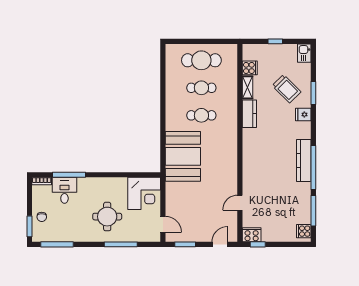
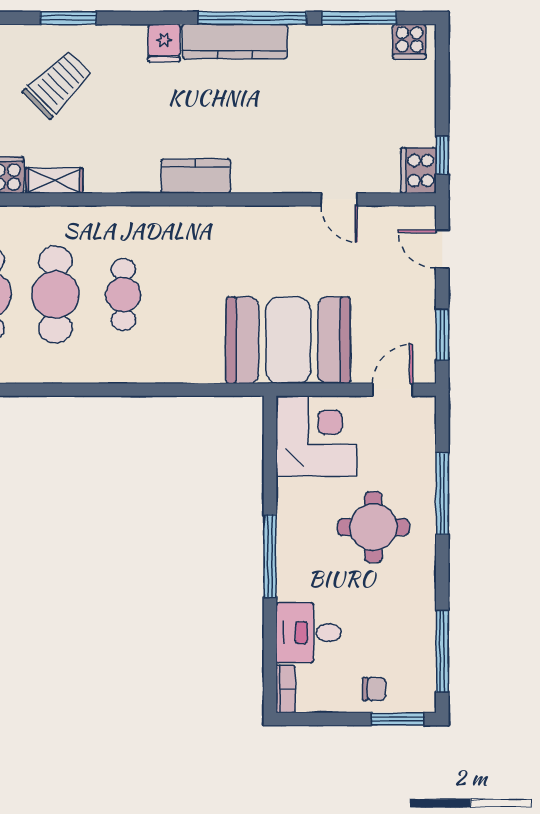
cafe table: (201, 88) -> (55, 294), width x1.37, depth x1.35
kitchen counter: (249, 114) -> (196, 176), moved
fridge: (303, 114) -> (164, 43), moved
booth: (183, 156) -> (288, 340), moved
window: (69, 175) -> (270, 556), moved

